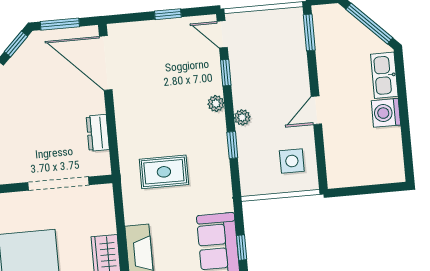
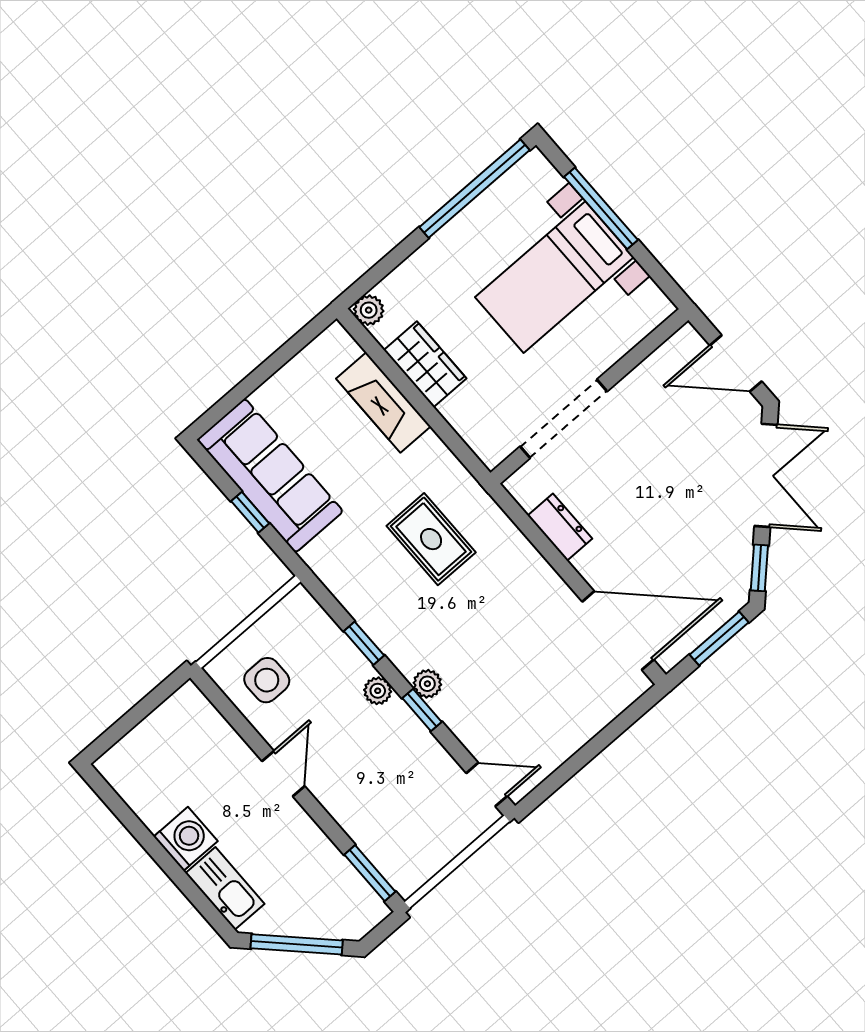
window: (168, 14) -> (581, 758), removed
window: (226, 73) -> (422, 710), moved
rug: (164, 172) -> (431, 539), turned 90

